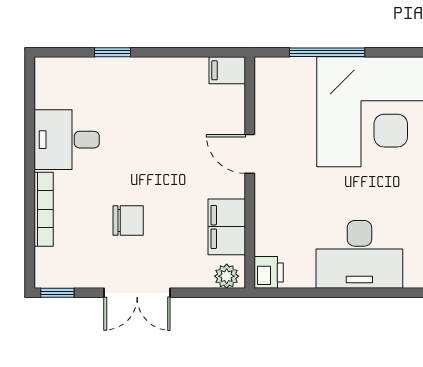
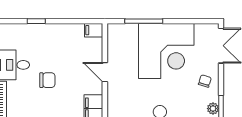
chair: (128, 220) -> (47, 80), moved

